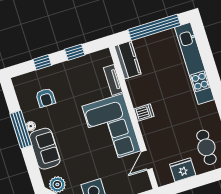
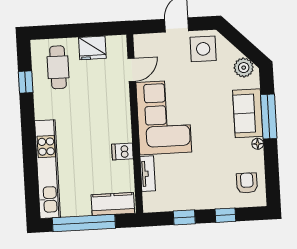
kitchen counter: (128, 60) -> (113, 204), moved, turned 90
armchair: (46, 98) -> (247, 183), moved
dishwasher: (144, 113) -> (122, 151), moved
window: (21, 129) -> (269, 117), moved

